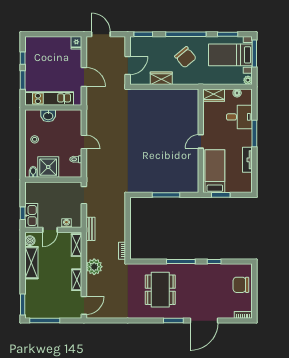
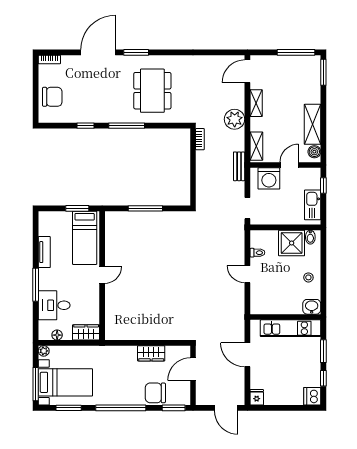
dishwasher: (32, 44) -> (312, 396), added
chair: (185, 57) -> (155, 393), moved, turned -50
washbasin: (48, 116) -> (312, 307), moved
kitchen sink: (31, 216) -> (313, 205), moved
washing machine: (66, 223) -> (269, 178), width x1.89, depth x1.89

